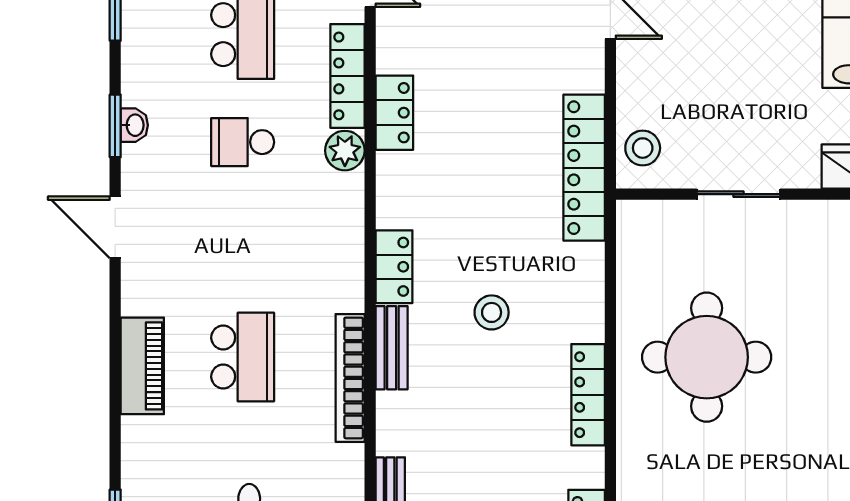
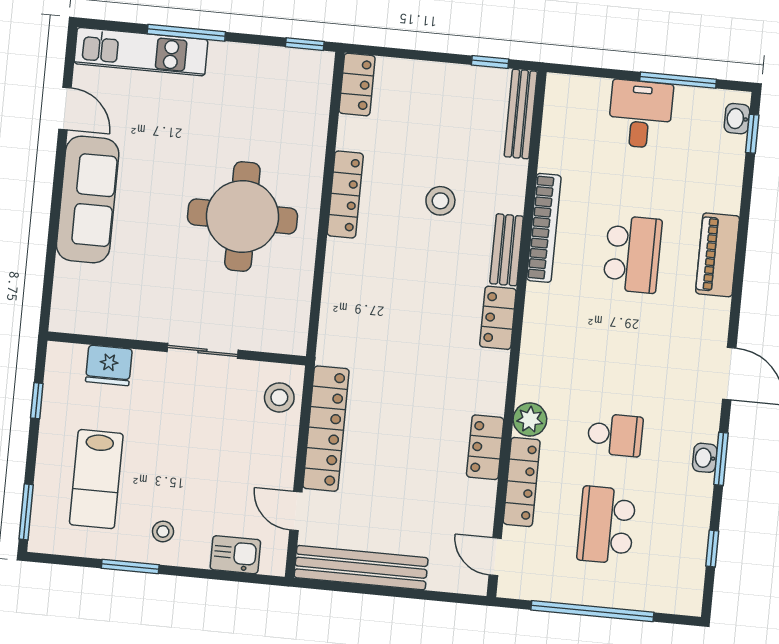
locker: (584, 168) -> (326, 429), moved
stool: (492, 312) -> (440, 201), moved
school desk: (243, 357) -> (632, 254), turned 180

